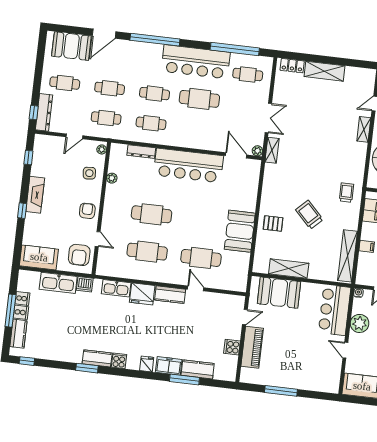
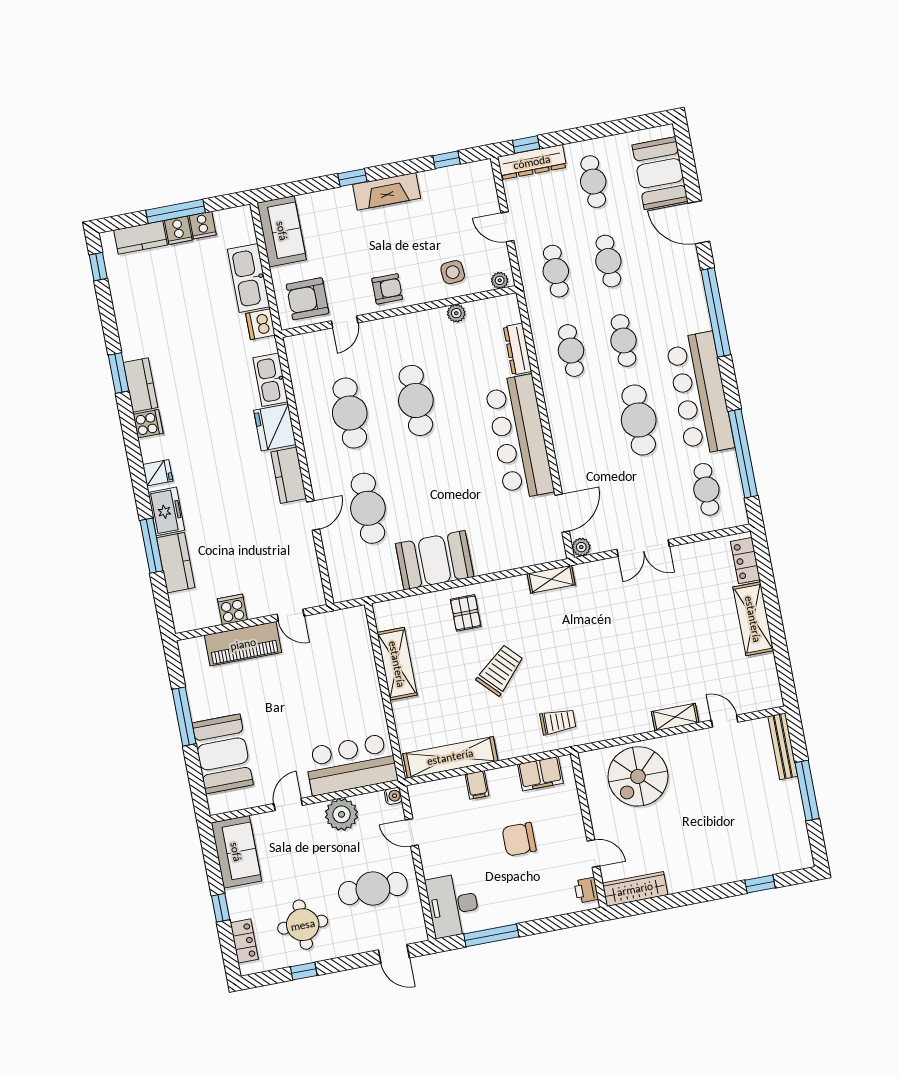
shelving: (272, 150) -> (551, 579), moved
booth: (279, 293) -> (223, 754), moved

